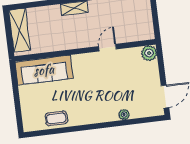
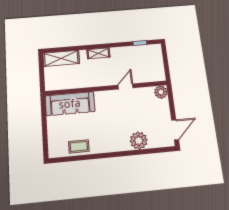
shelving: (20, 30) -> (61, 58), moved, turned 90
plant: (124, 115) -> (139, 141), width x1.88, depth x1.88

